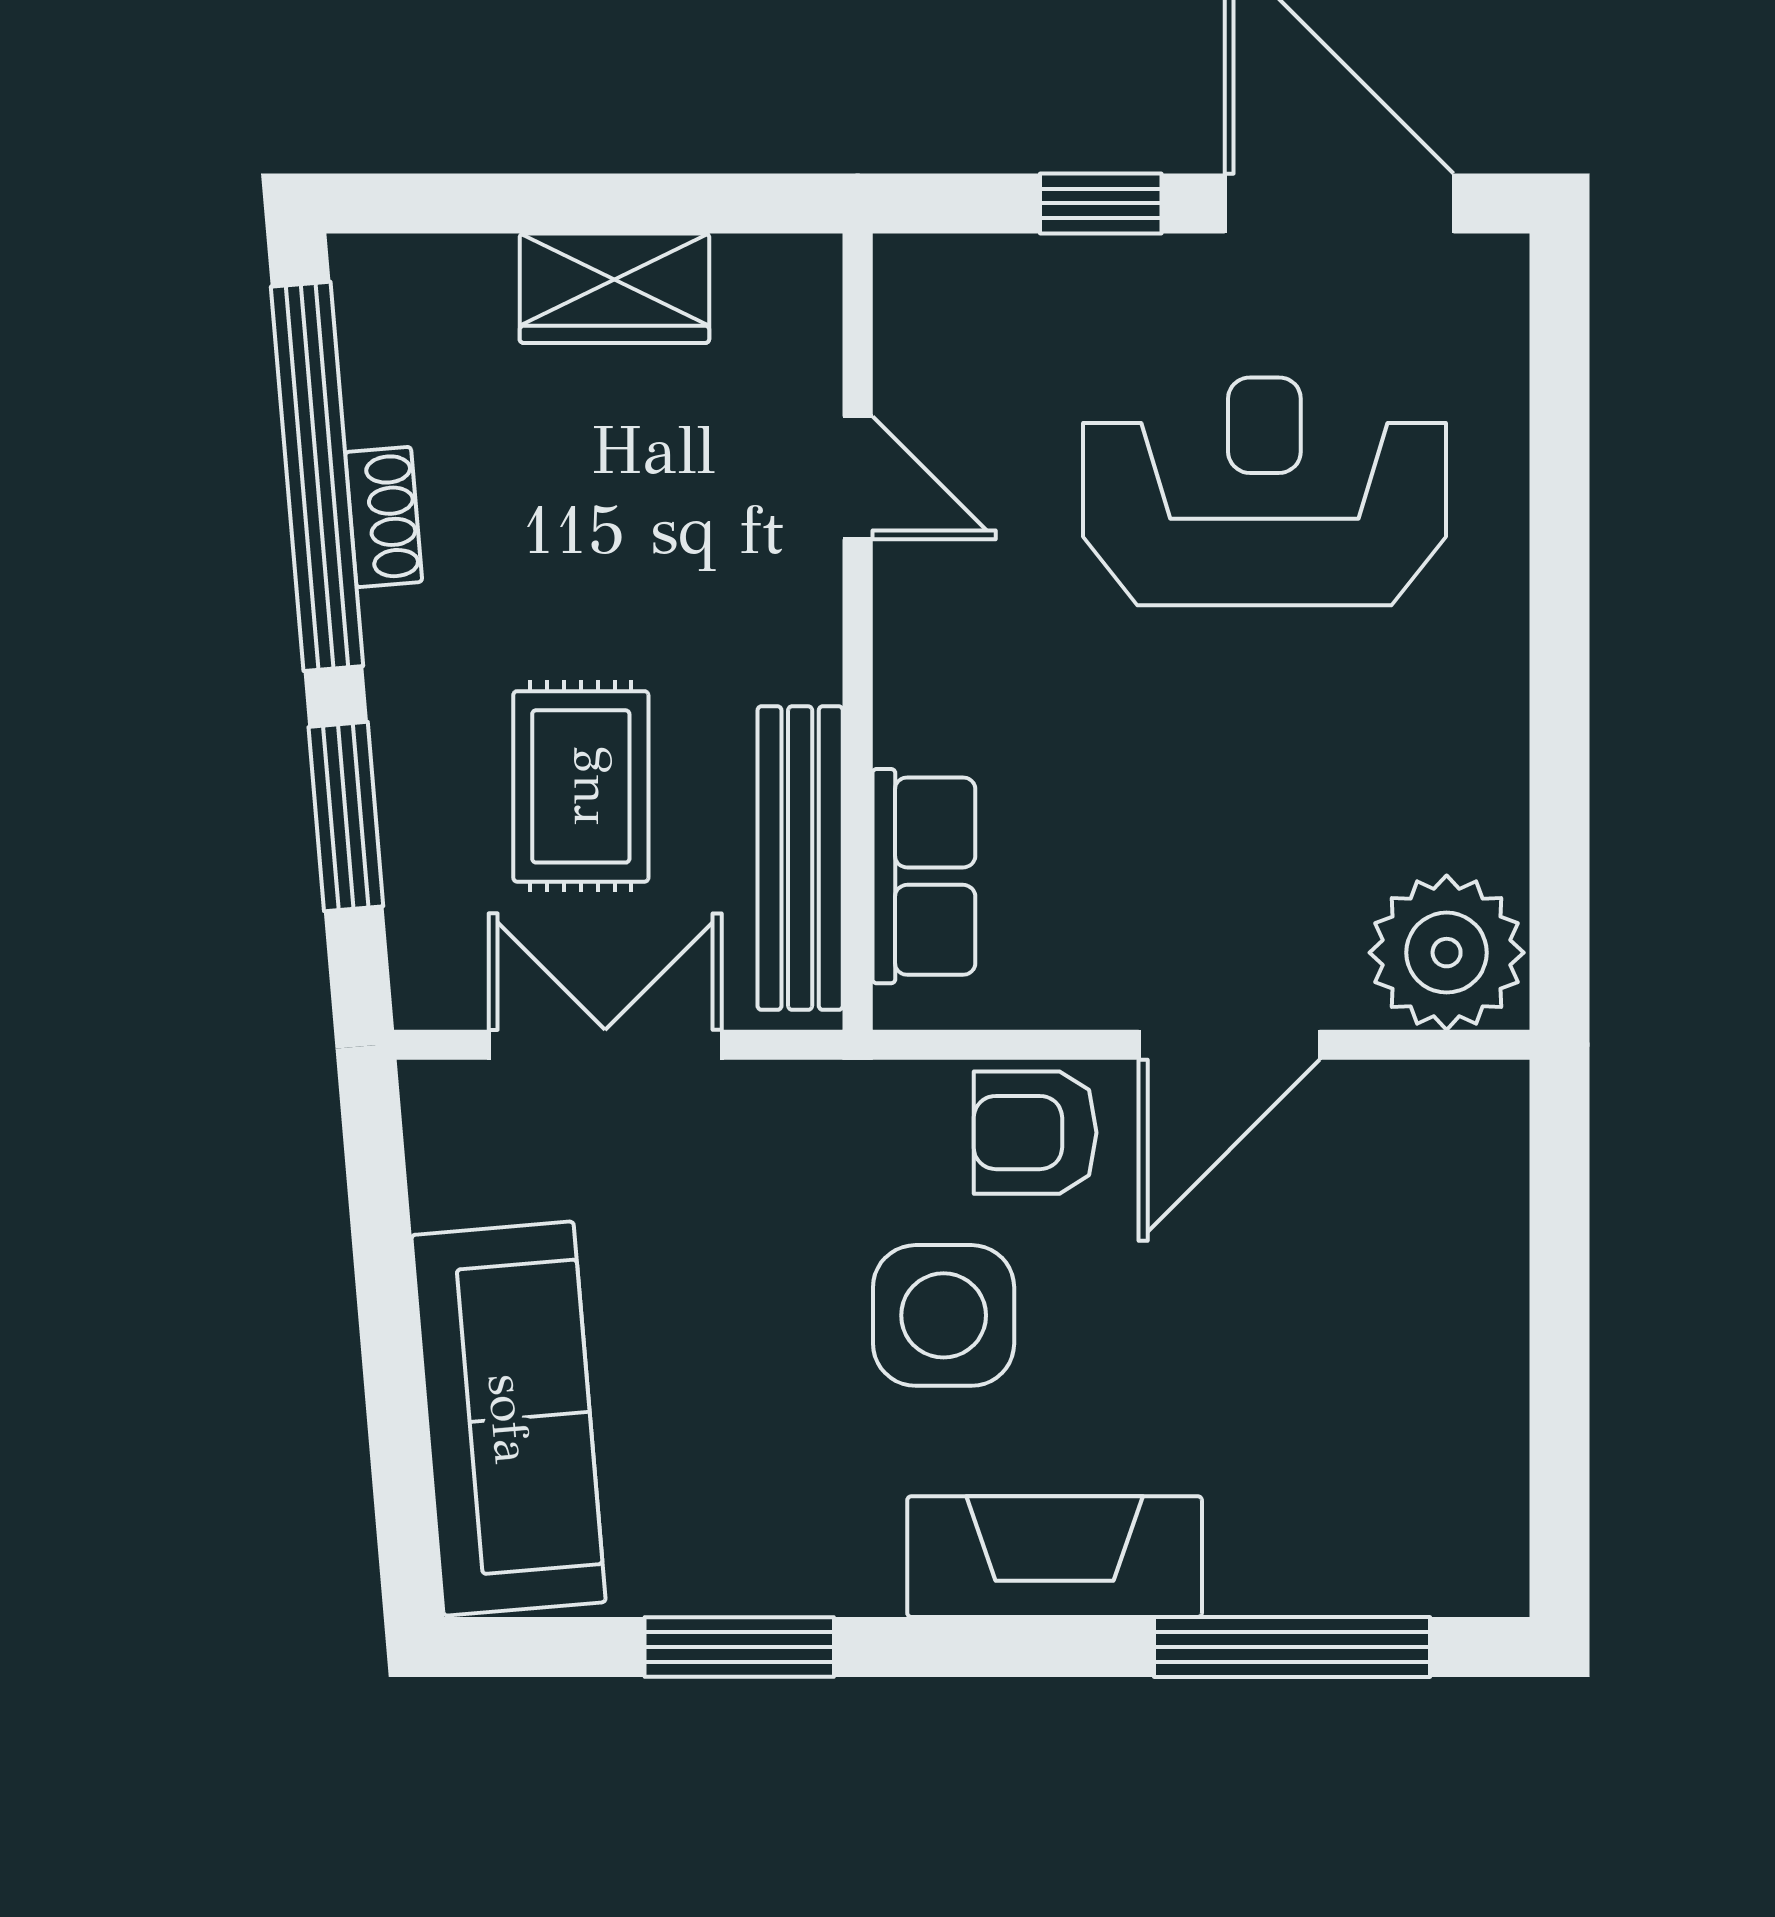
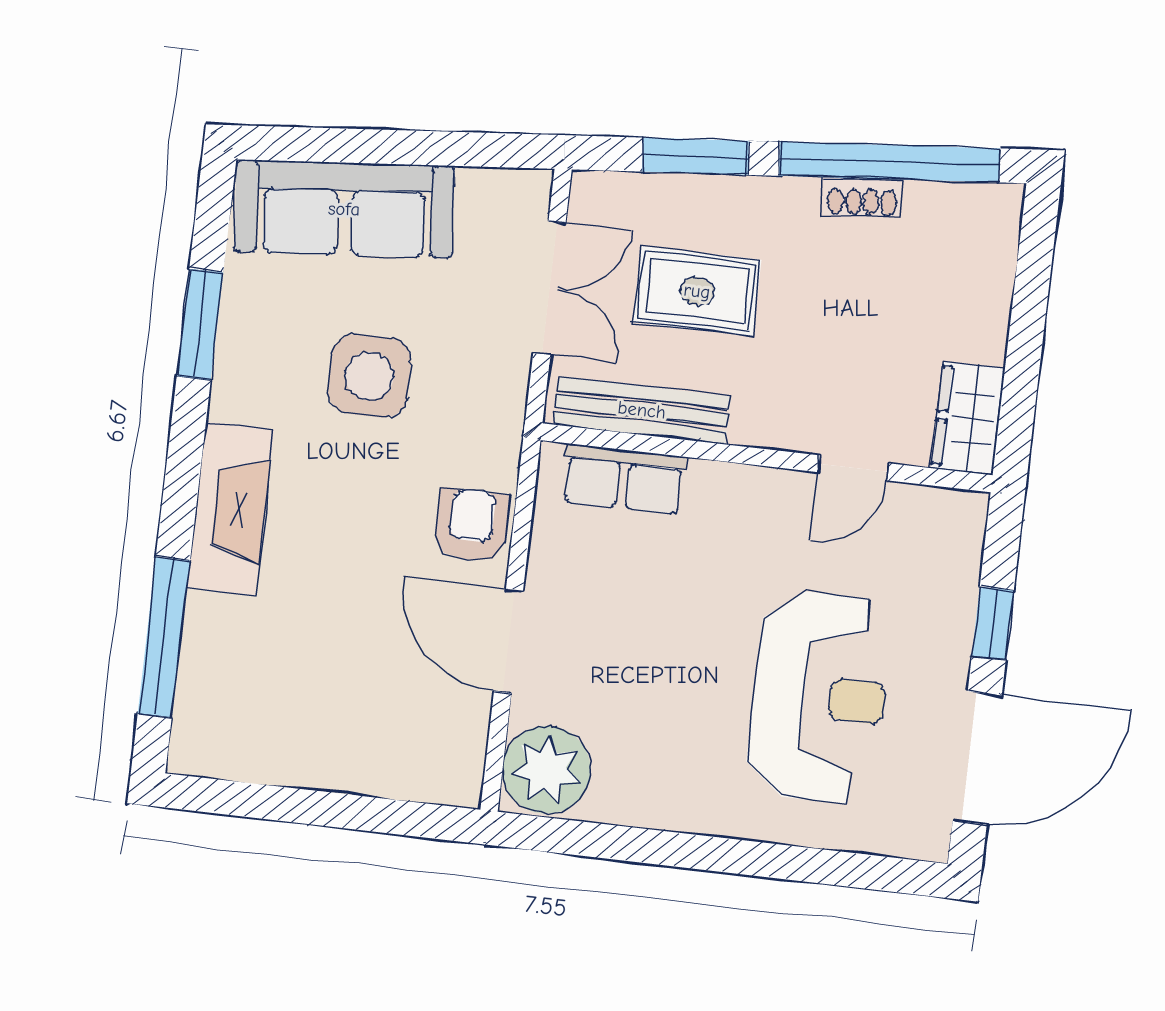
wardrobe: (614, 288) -> (968, 418), moved
side table: (944, 1315) -> (369, 376), moved

